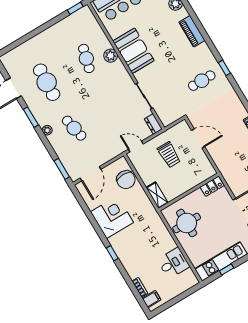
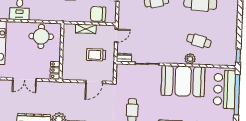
booth: (133, 51) -> (183, 81), width x1.36, depth x1.42
shelving: (157, 195) -> (86, 29), moved

